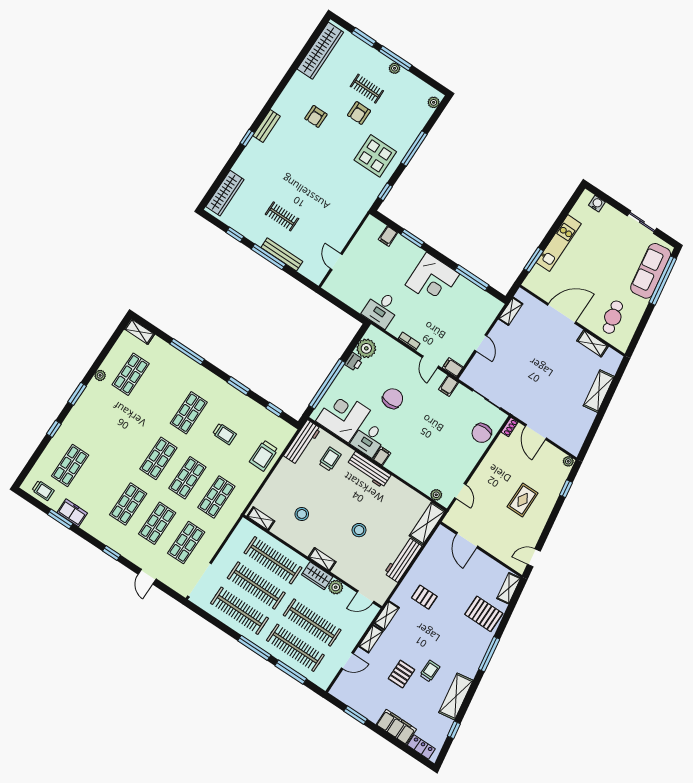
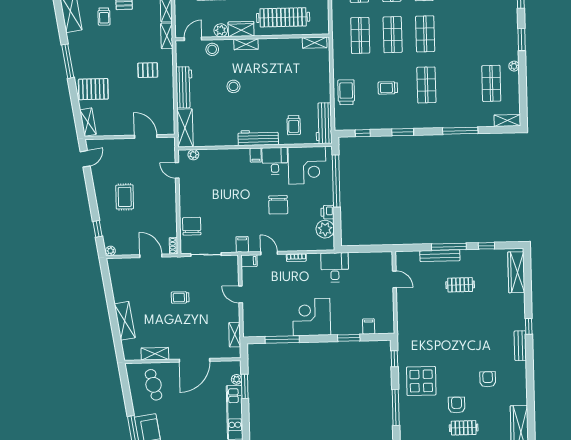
plant: (537, 271) -> (236, 379), added
trolley: (536, 378) -> (180, 297), added
stool: (302, 514) -> (212, 49), moved

